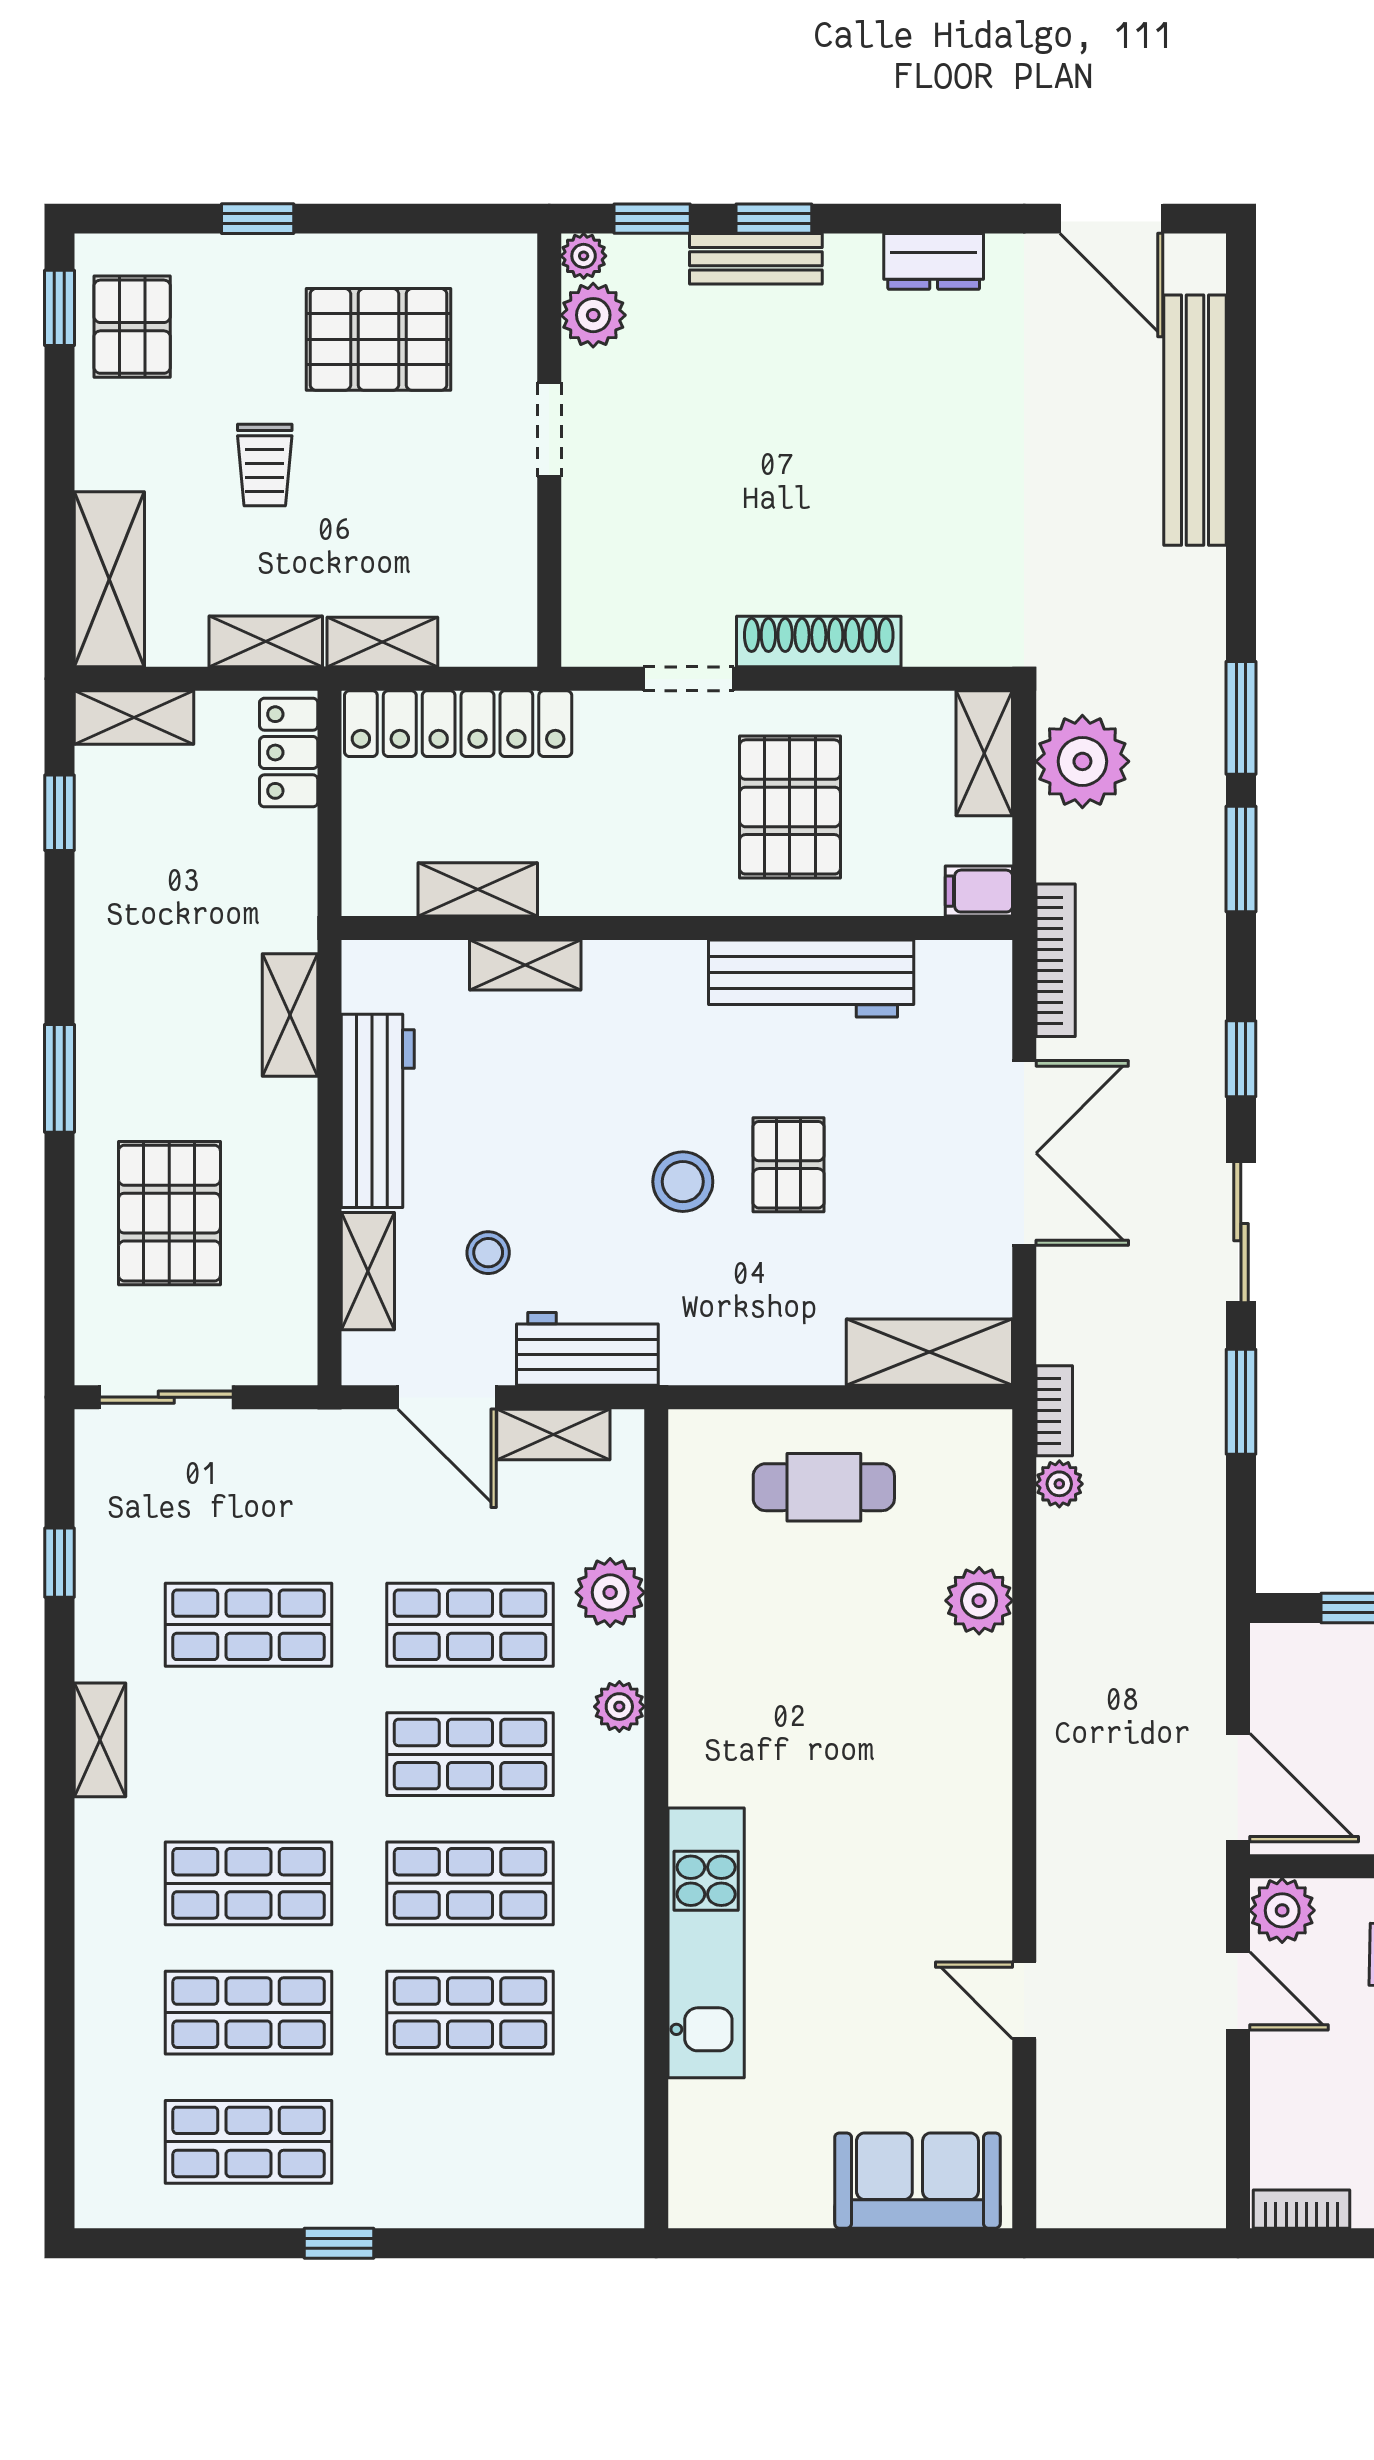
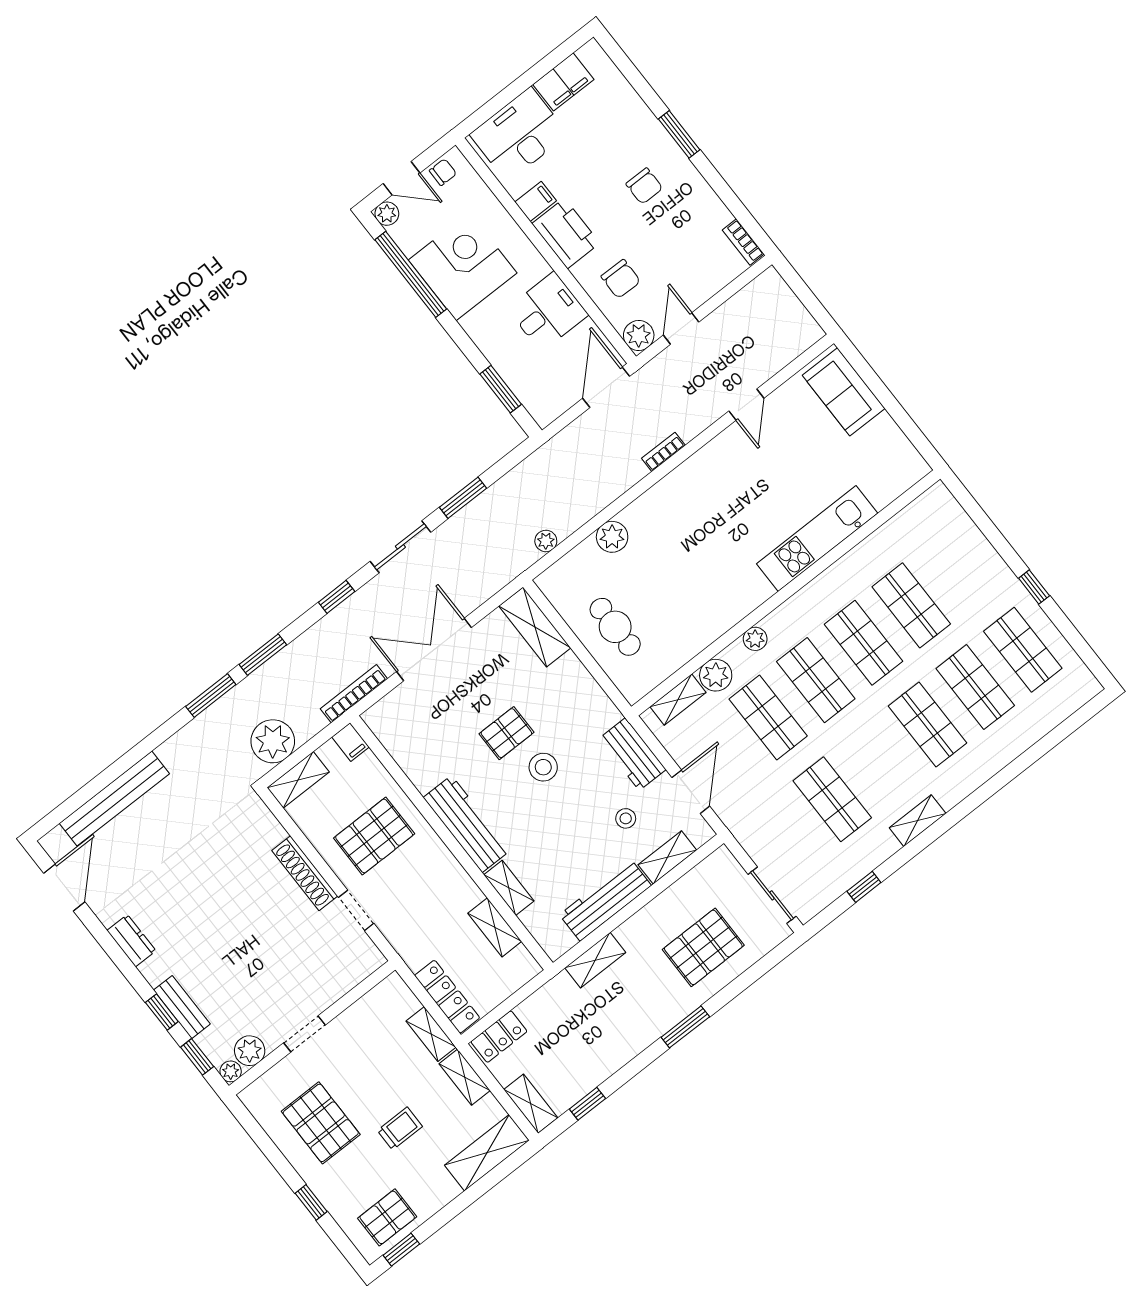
locker: (458, 724) -> (447, 997), width x0.71, depth x0.83
workbench: (811, 979) -> (467, 824), moved
bookcase: (1054, 1411) -> (663, 452), moved
shelving: (553, 1435) -> (678, 700), moved, turned 90

